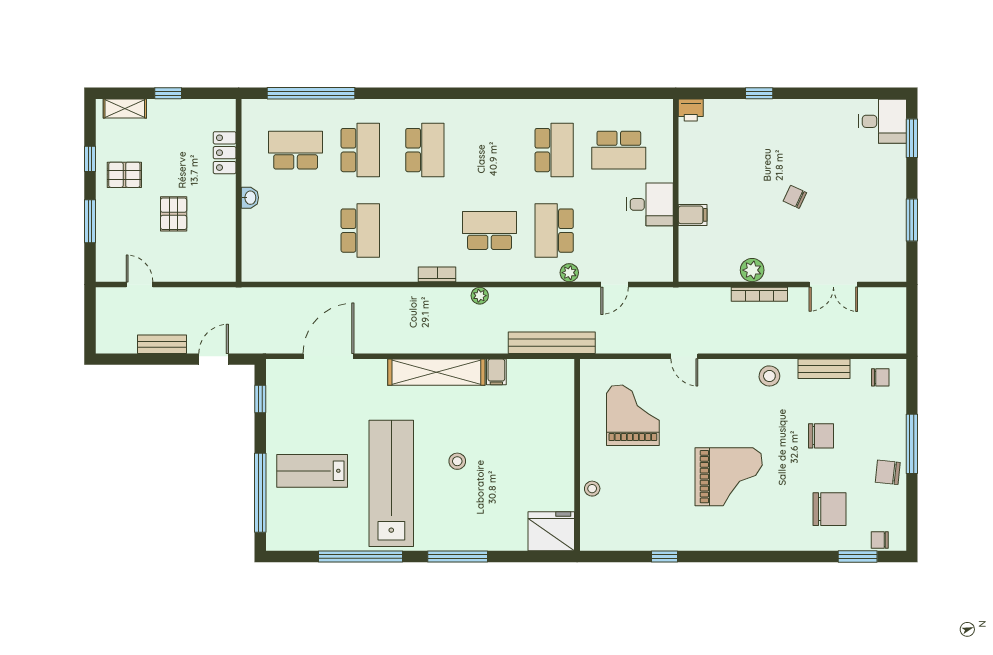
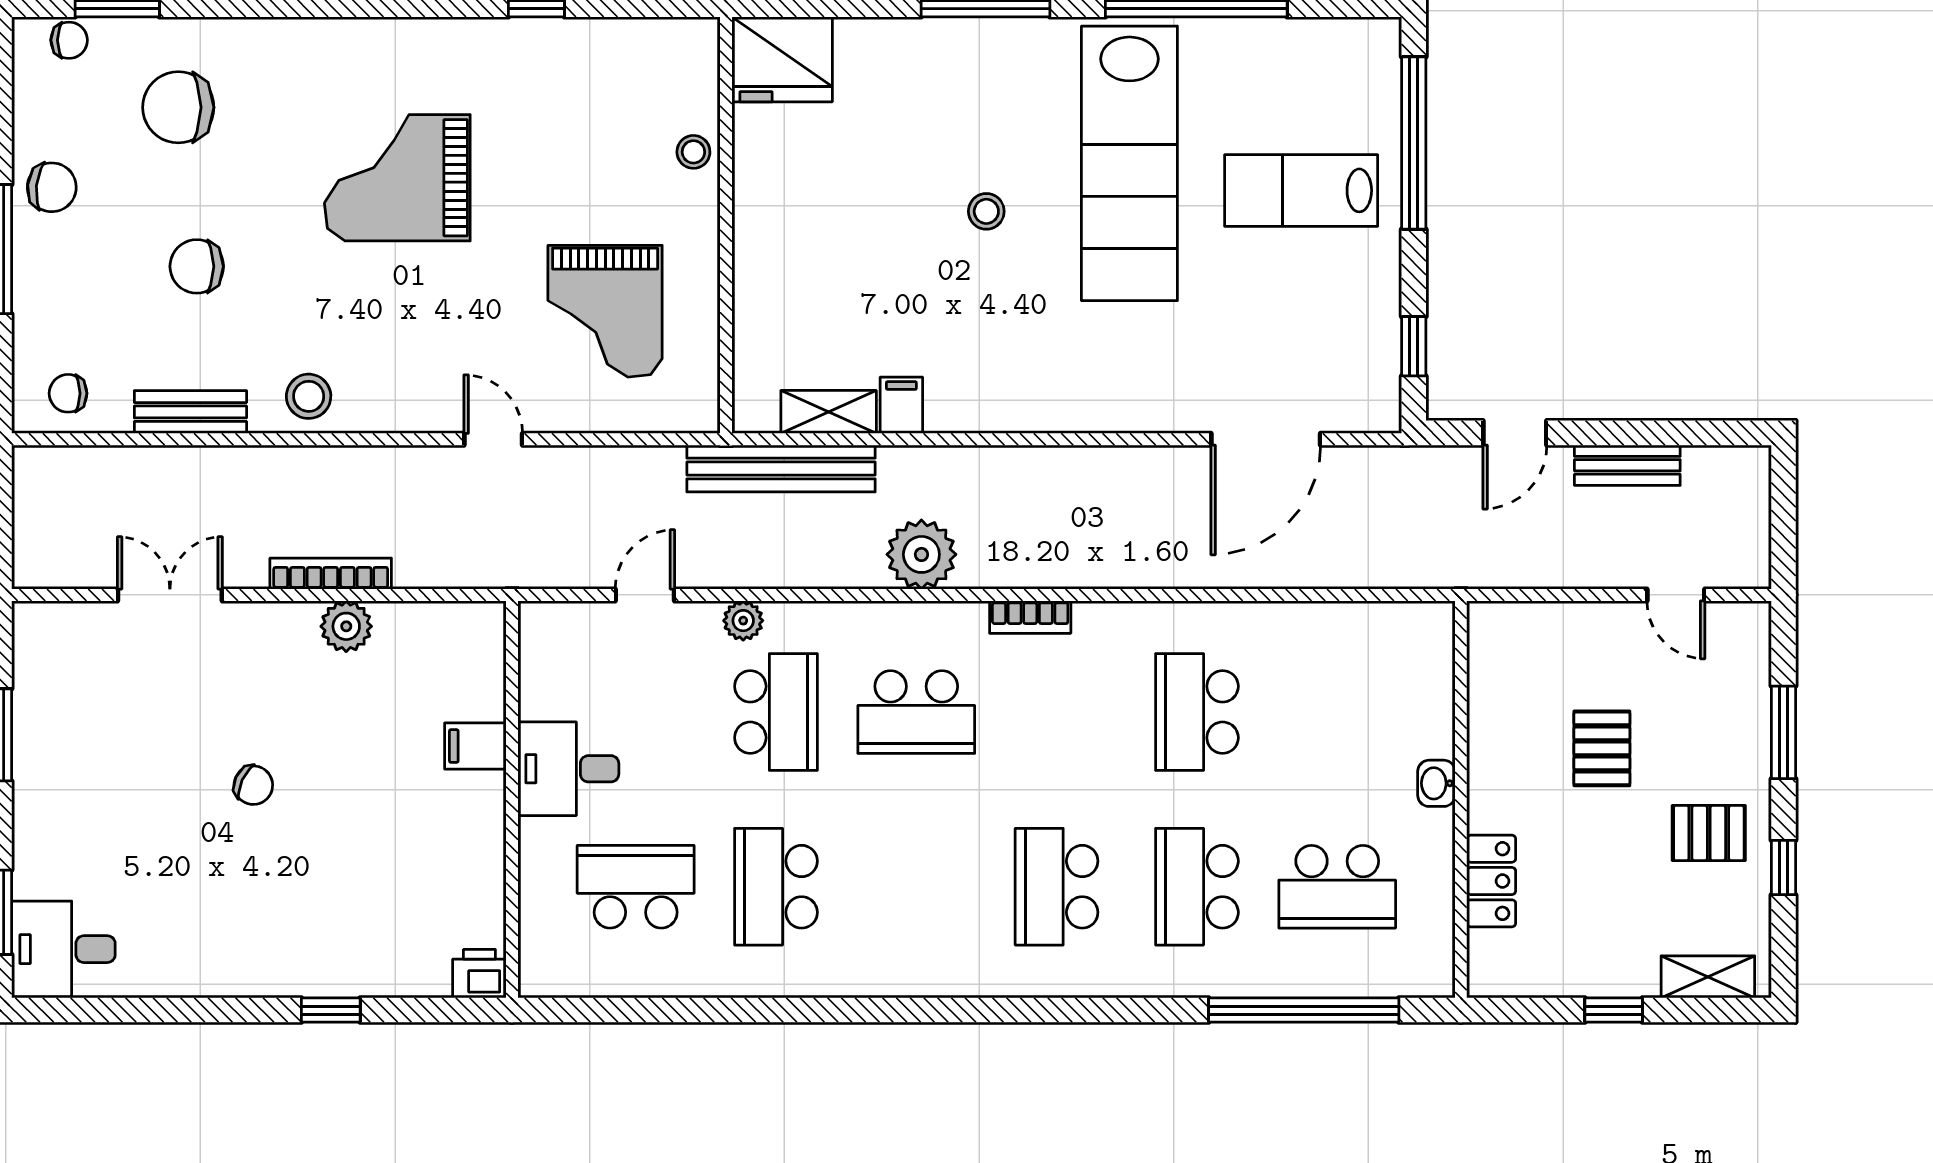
plant: (480, 296) -> (921, 554), width x1.88, depth x1.88
shelving: (436, 372) -> (829, 412), moved, width x0.45, depth x0.75
lab bench: (312, 471) -> (1301, 190), turned 180

